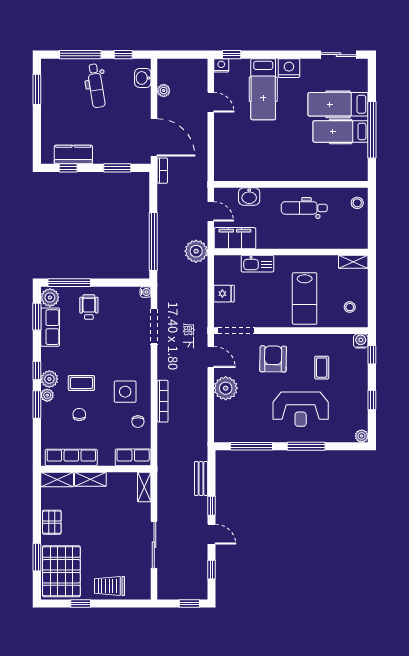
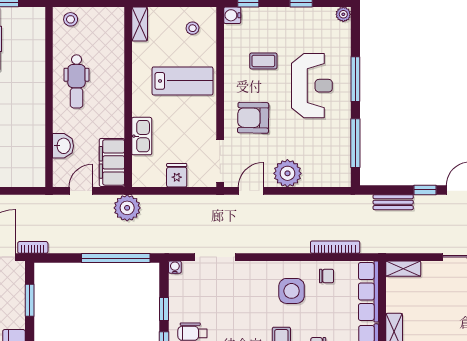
window: (110, 283) -> (164, 309), added
bookcase: (163, 401) -> (335, 247), moved
row of seats: (133, 457) -> (368, 292), width x1.48

